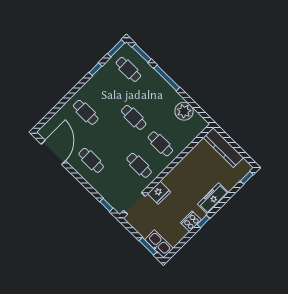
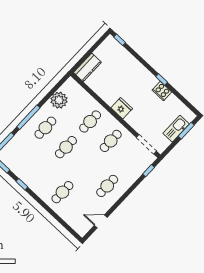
cafe table: (128, 69) -> (45, 128), moved
kitchen counter: (223, 148) -> (87, 67), width x0.67
door: (53, 152) -> (101, 221), width x0.53
fridge: (159, 193) -> (122, 108), moved
freezer: (213, 198) -> (140, 71), removed
kitchen sink: (159, 244) -> (176, 129), moved

